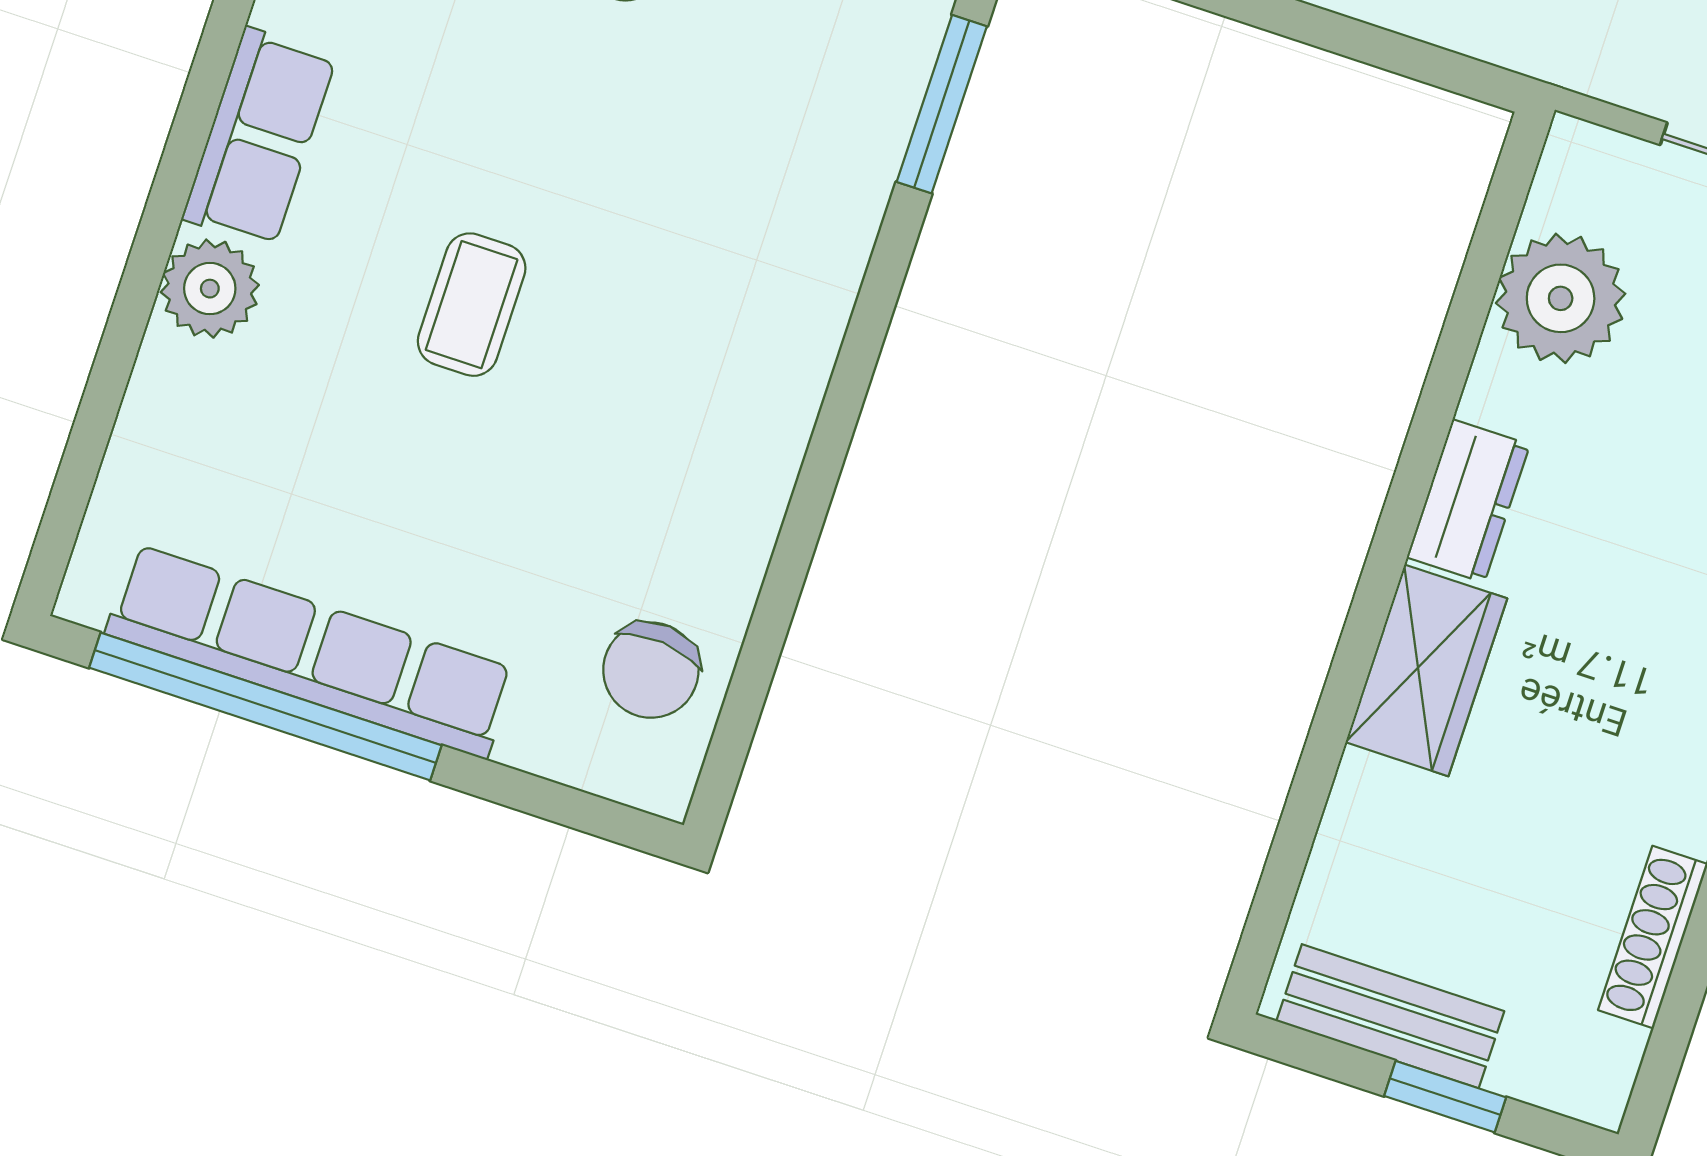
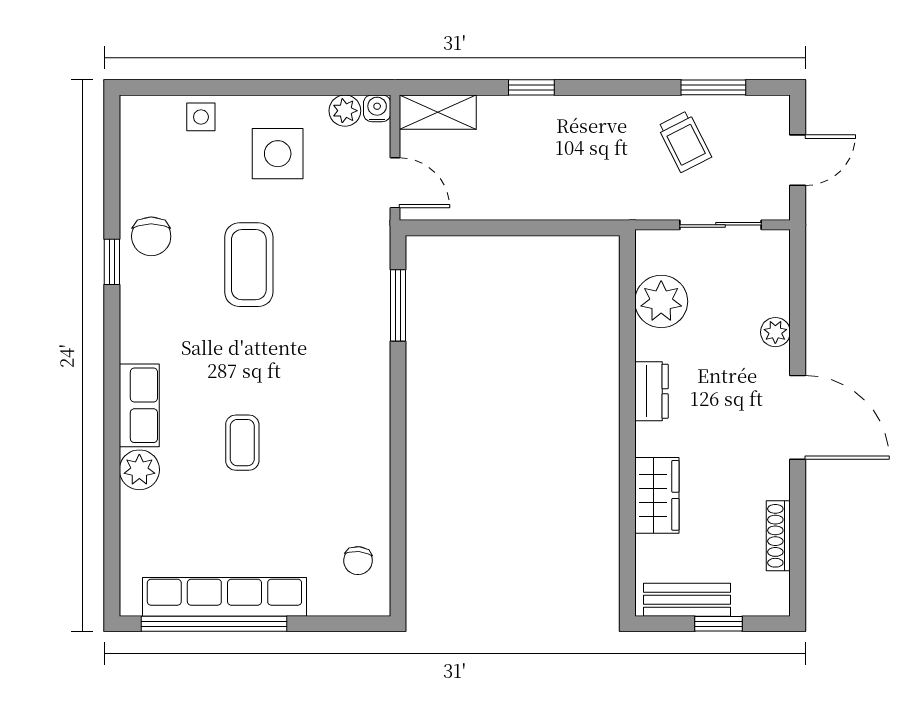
chair: (651, 670) -> (358, 561), width x0.73, depth x0.73
wardrobe: (1426, 670) -> (657, 495), moved

